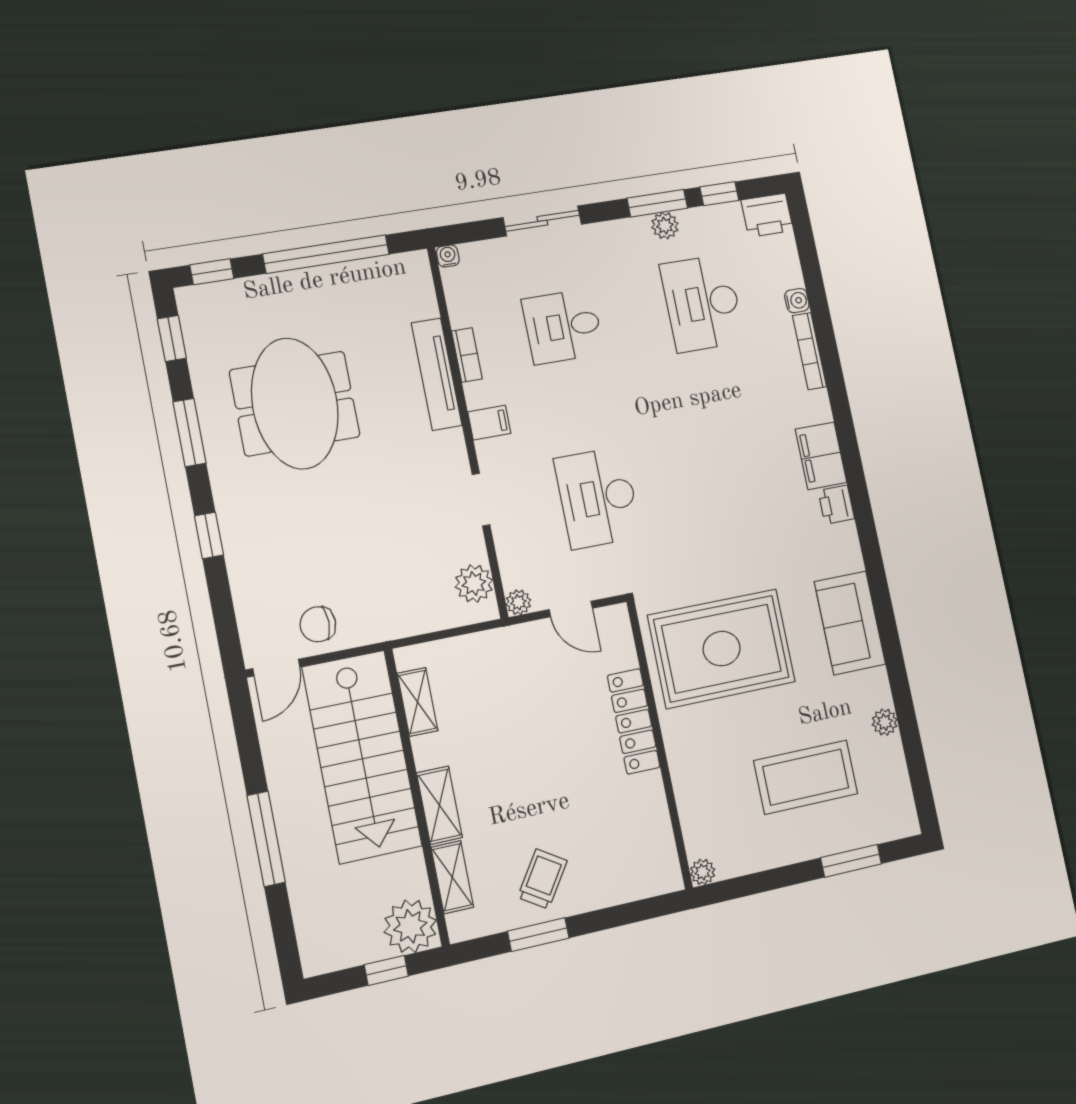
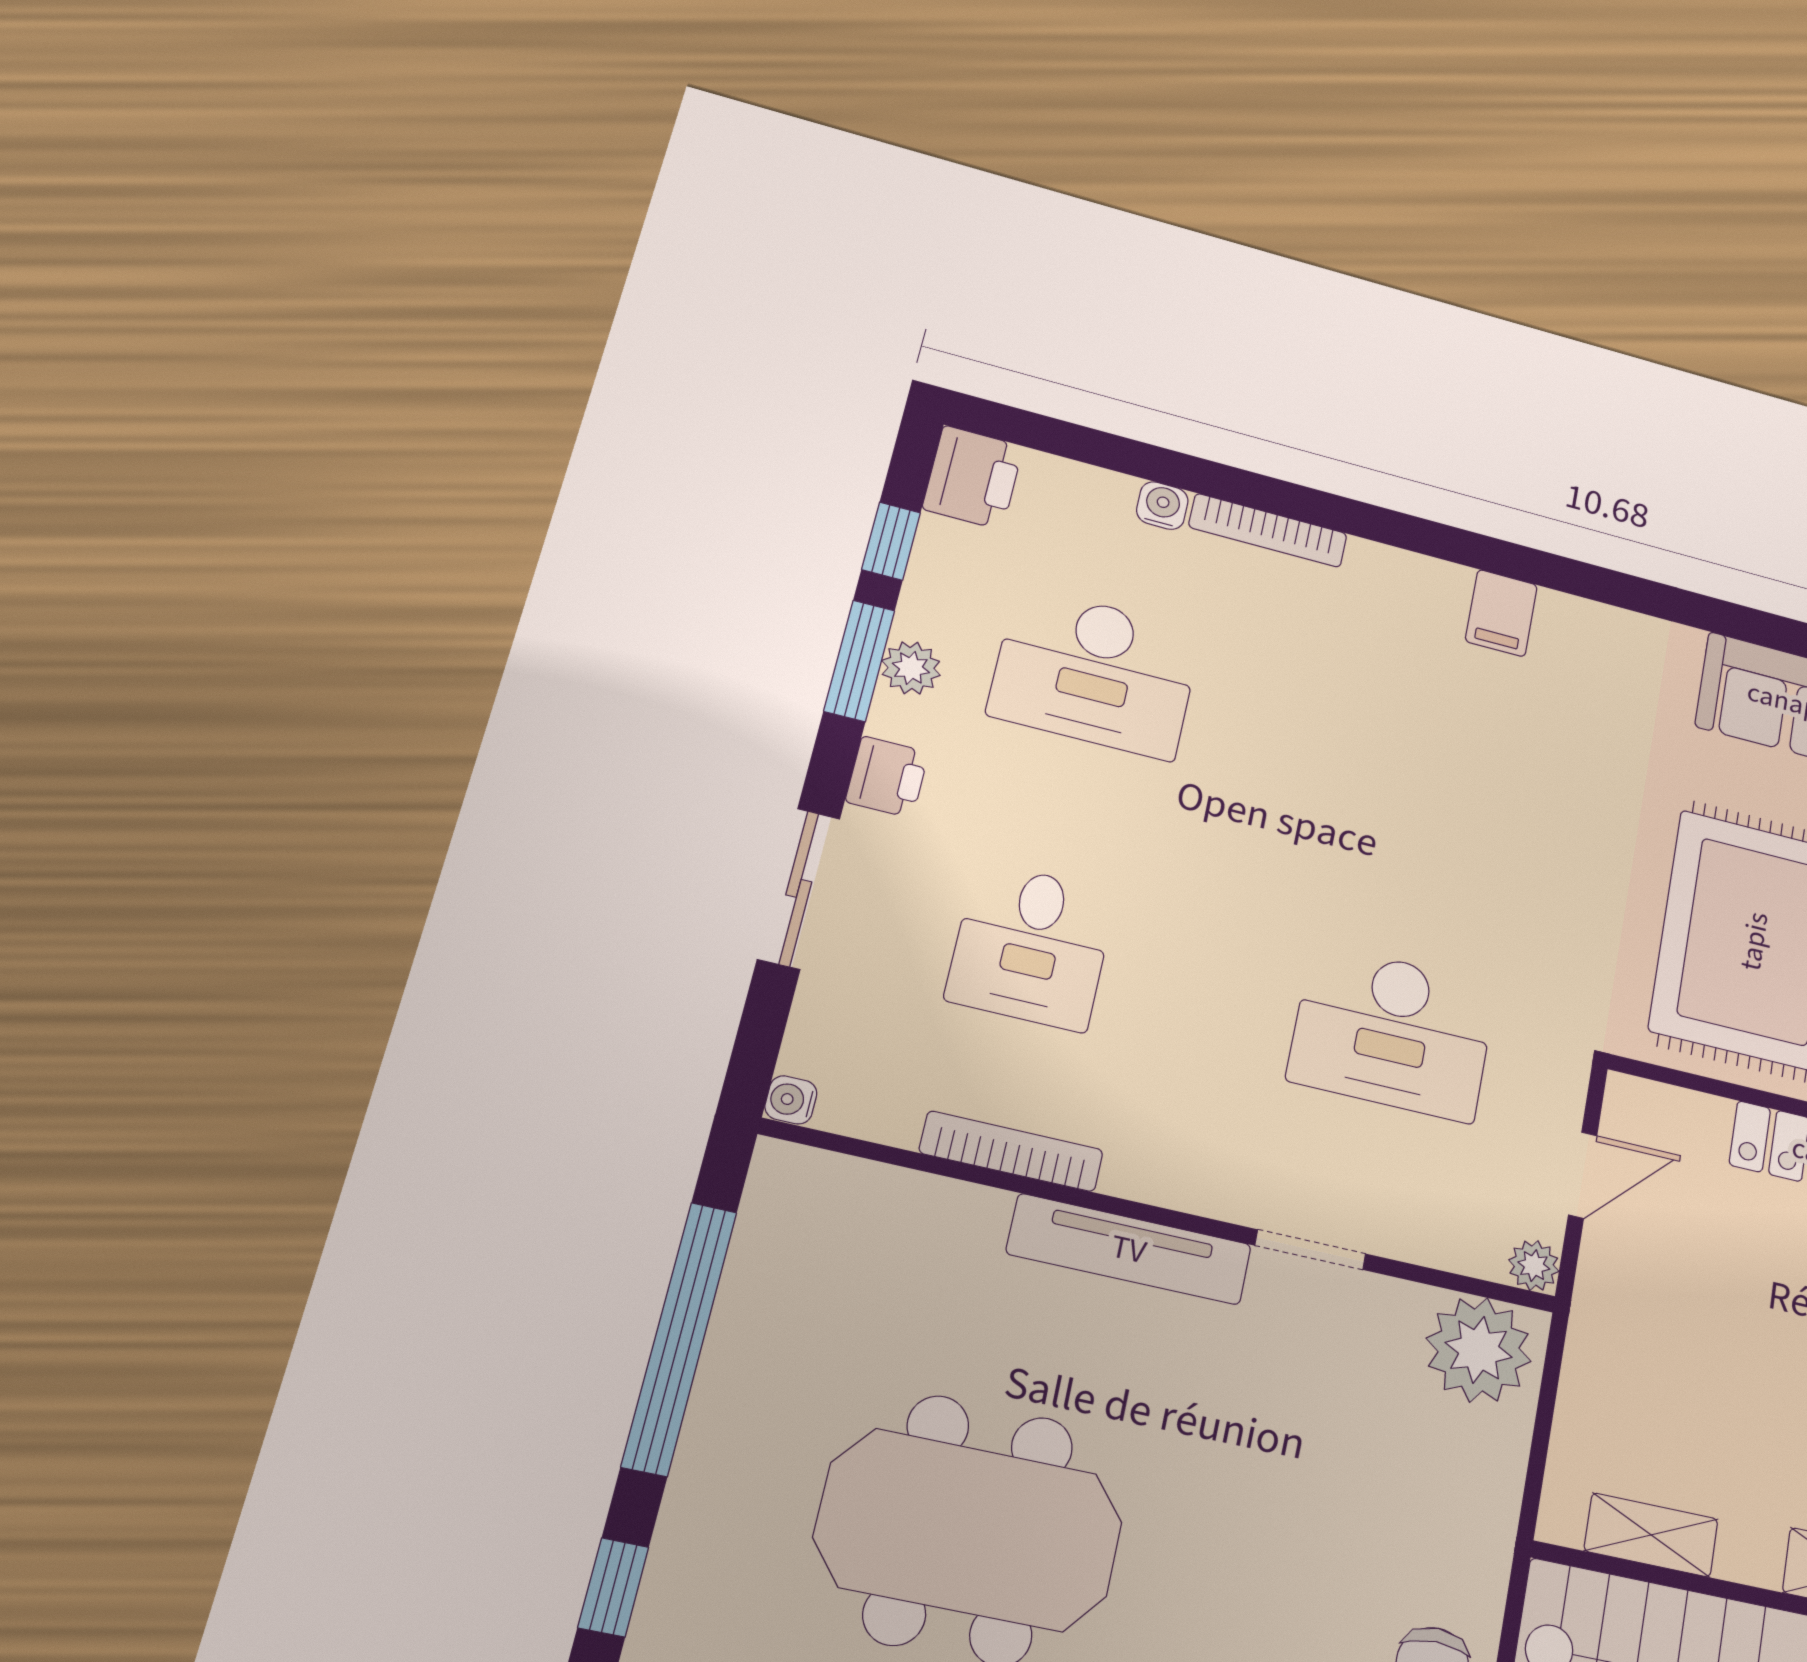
bookcase: (467, 355) -> (1011, 1151), width x1.56
tv unit: (437, 374) -> (1129, 1249), moved
filing cabinet: (489, 423) -> (1165, 1168), removed
filing cabinet: (821, 456) -> (1501, 613), width x0.50
printer: (836, 505) -> (887, 777), moved, turned -90
plant: (474, 584) -> (1479, 1350), width x1.36, depth x1.36

